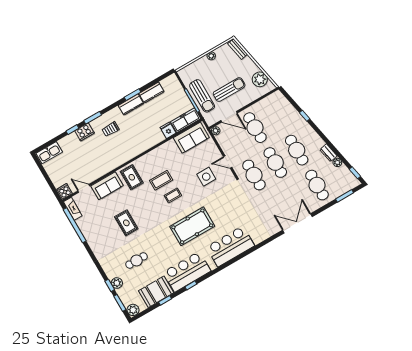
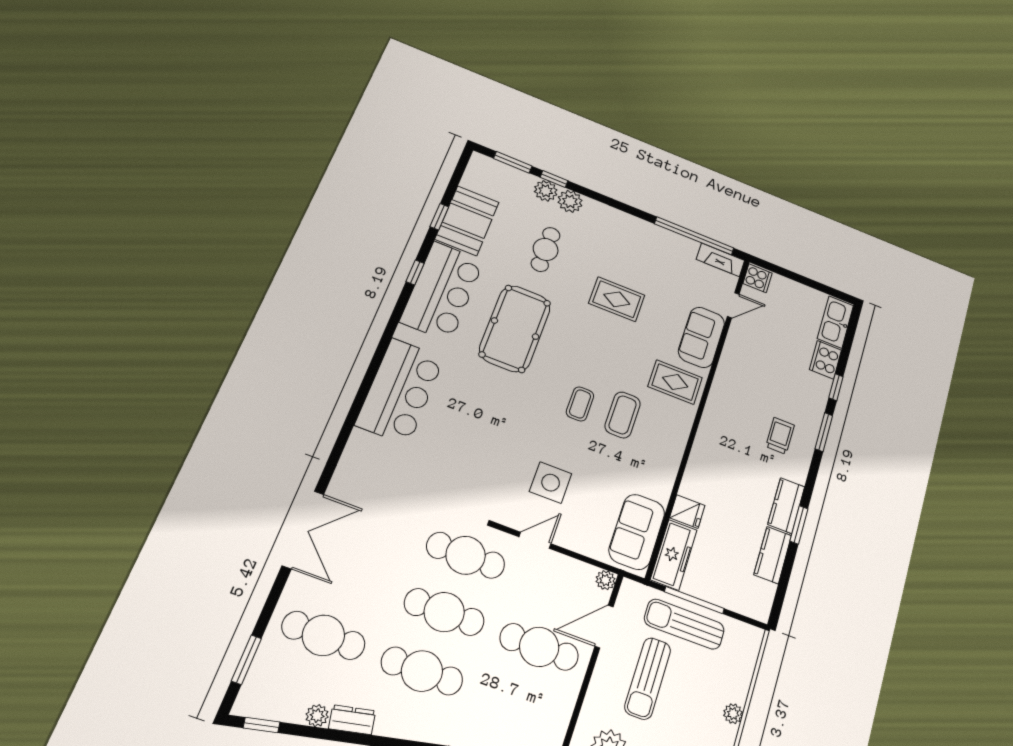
cooker: (84, 132) -> (825, 360), moved
pool table: (192, 226) -> (515, 329), moved
plant: (133, 310) -> (570, 201), moved

